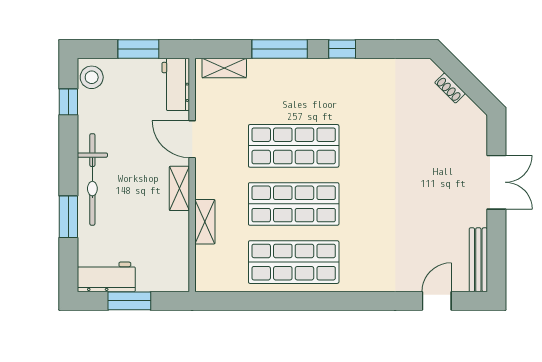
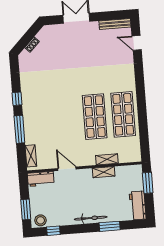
window: (138, 49) -> (26, 209), moved
door: (192, 139) -> (67, 169), swing flipped
shop shelf: (294, 146) -> (66, 119), removed
bicycle: (92, 179) -> (91, 218), width x0.73, depth x0.71
shelving: (179, 188) -> (104, 172), moved
window: (129, 301) -> (148, 183), moved

